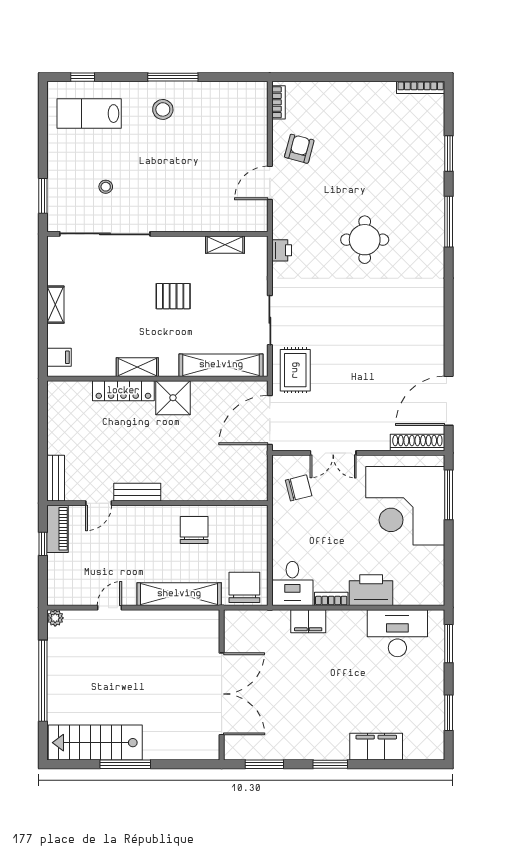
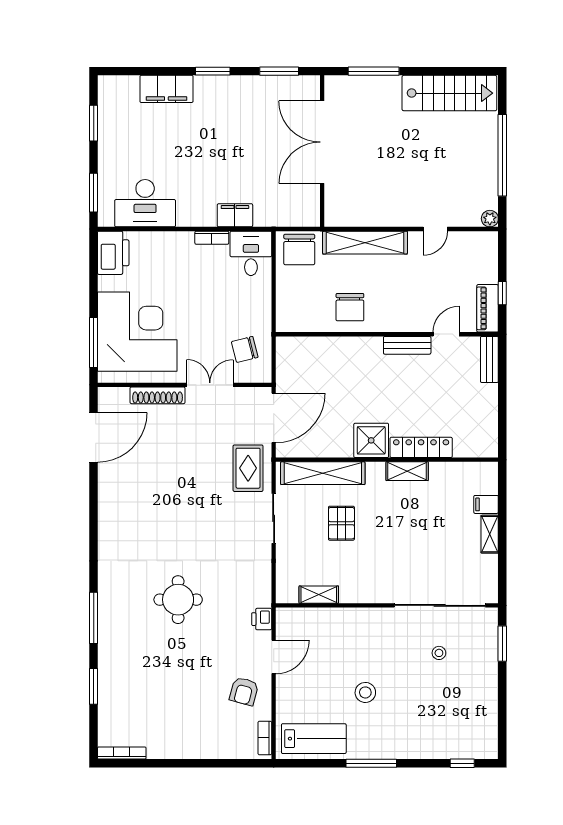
stool: (163, 109) -> (365, 692), moved
lab bench: (89, 114) -> (314, 739), moved
printer: (282, 250) -> (262, 619), moved
pallet: (173, 296) -> (341, 523), moved, turned 90
filing cabinet: (59, 357) -> (486, 504), moved
shoe rack: (417, 442) -> (158, 395), moved
printer: (371, 590) -> (113, 253), moved, turned -90
window: (125, 764) -> (374, 71), moved

